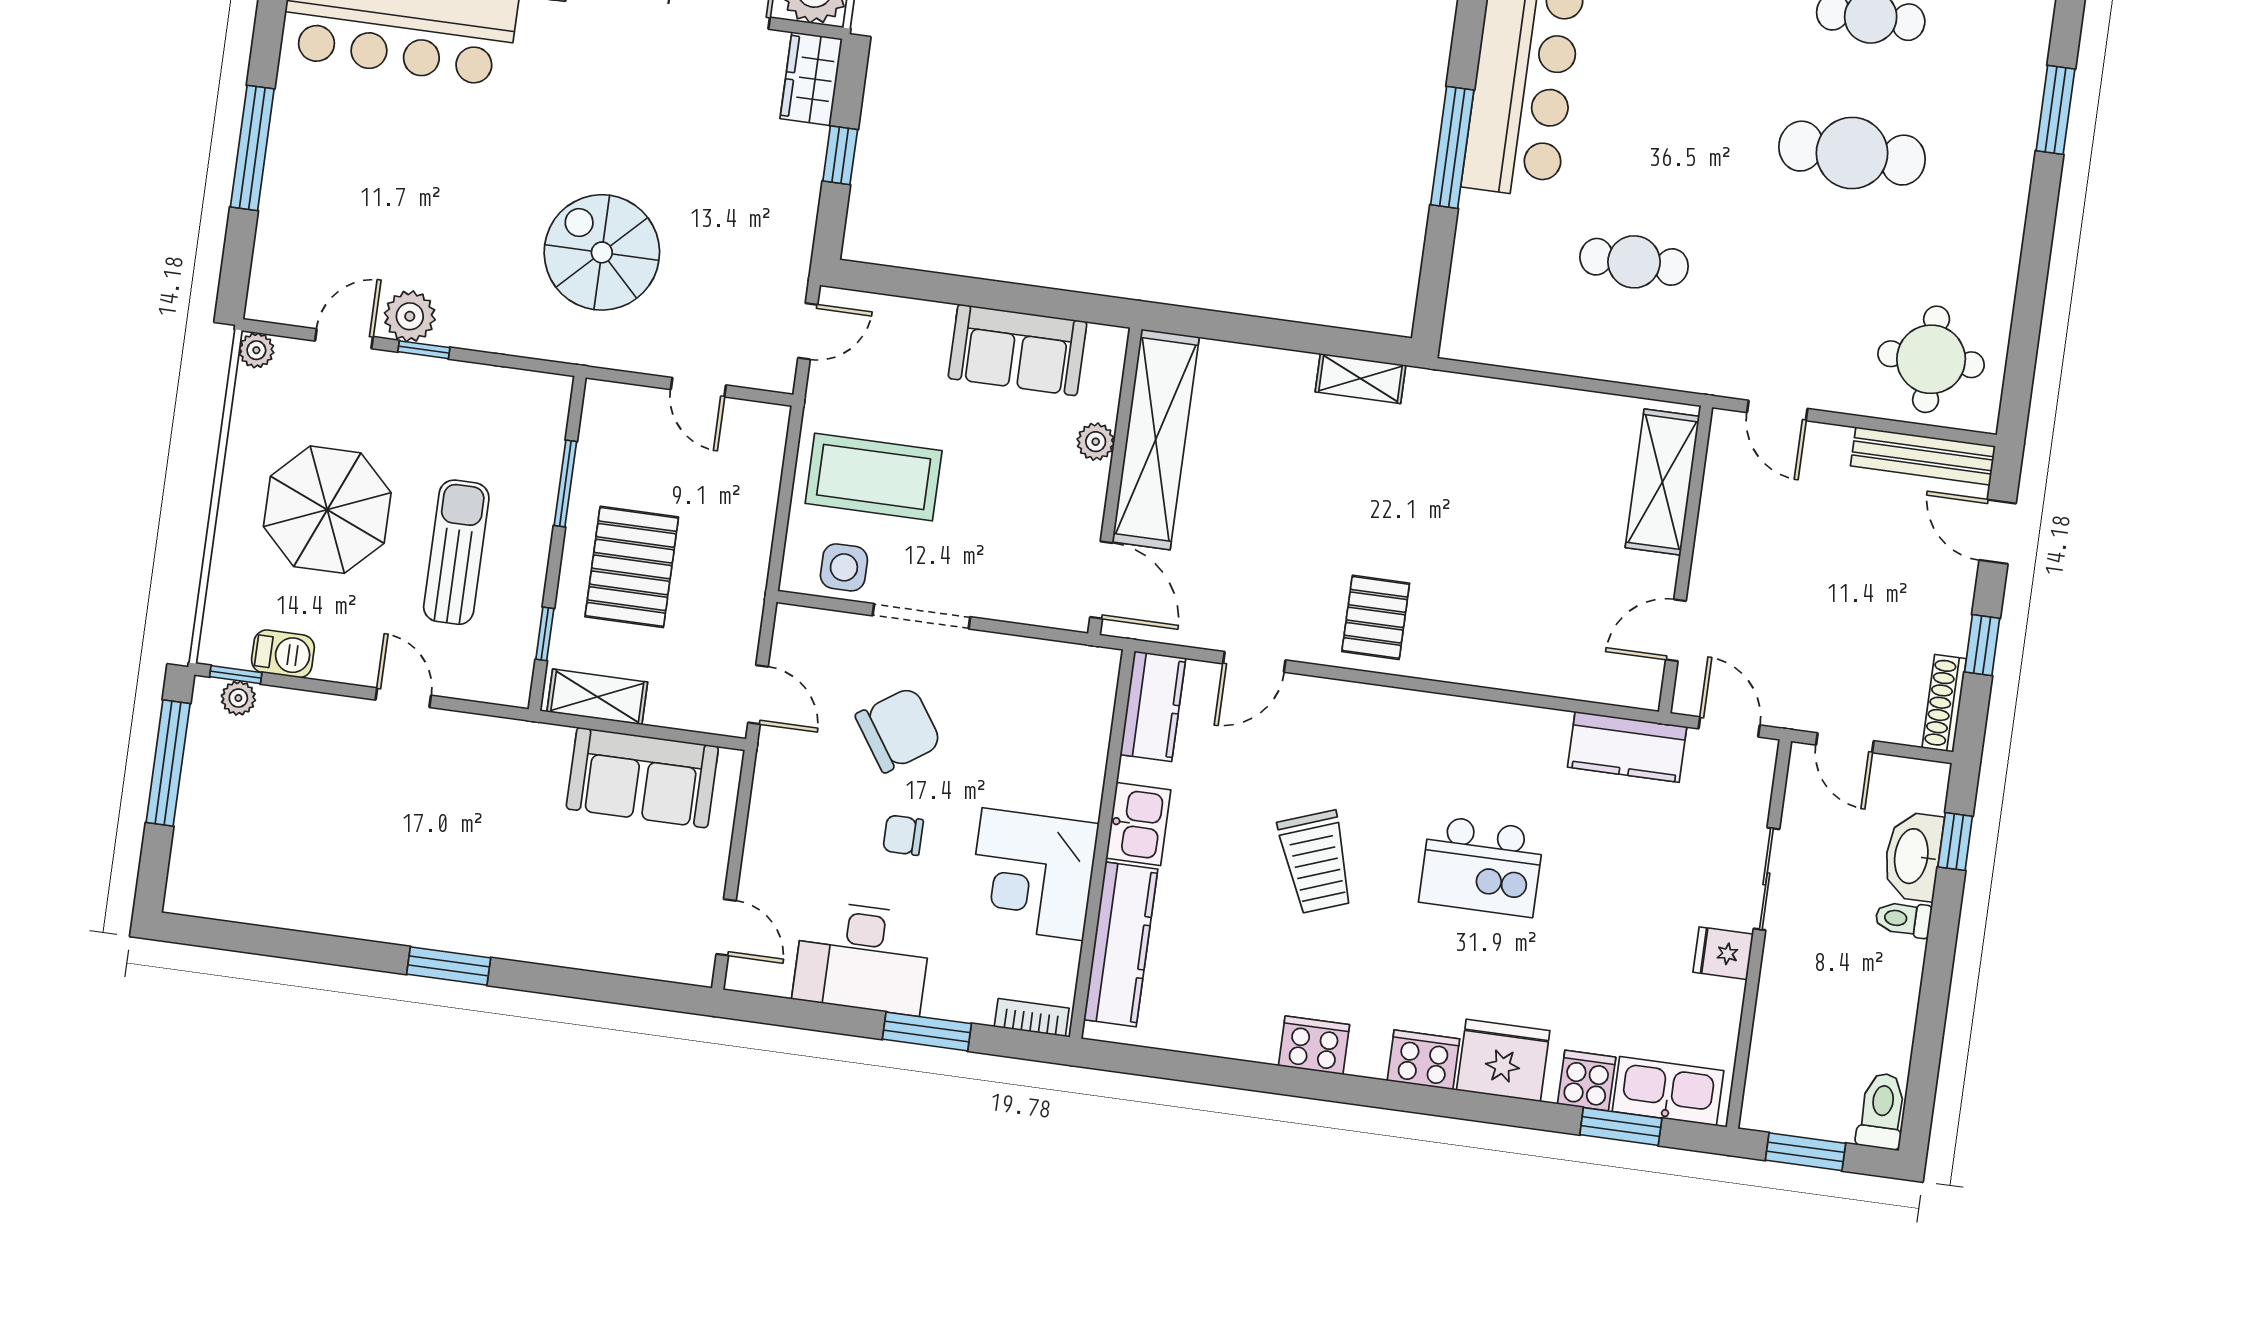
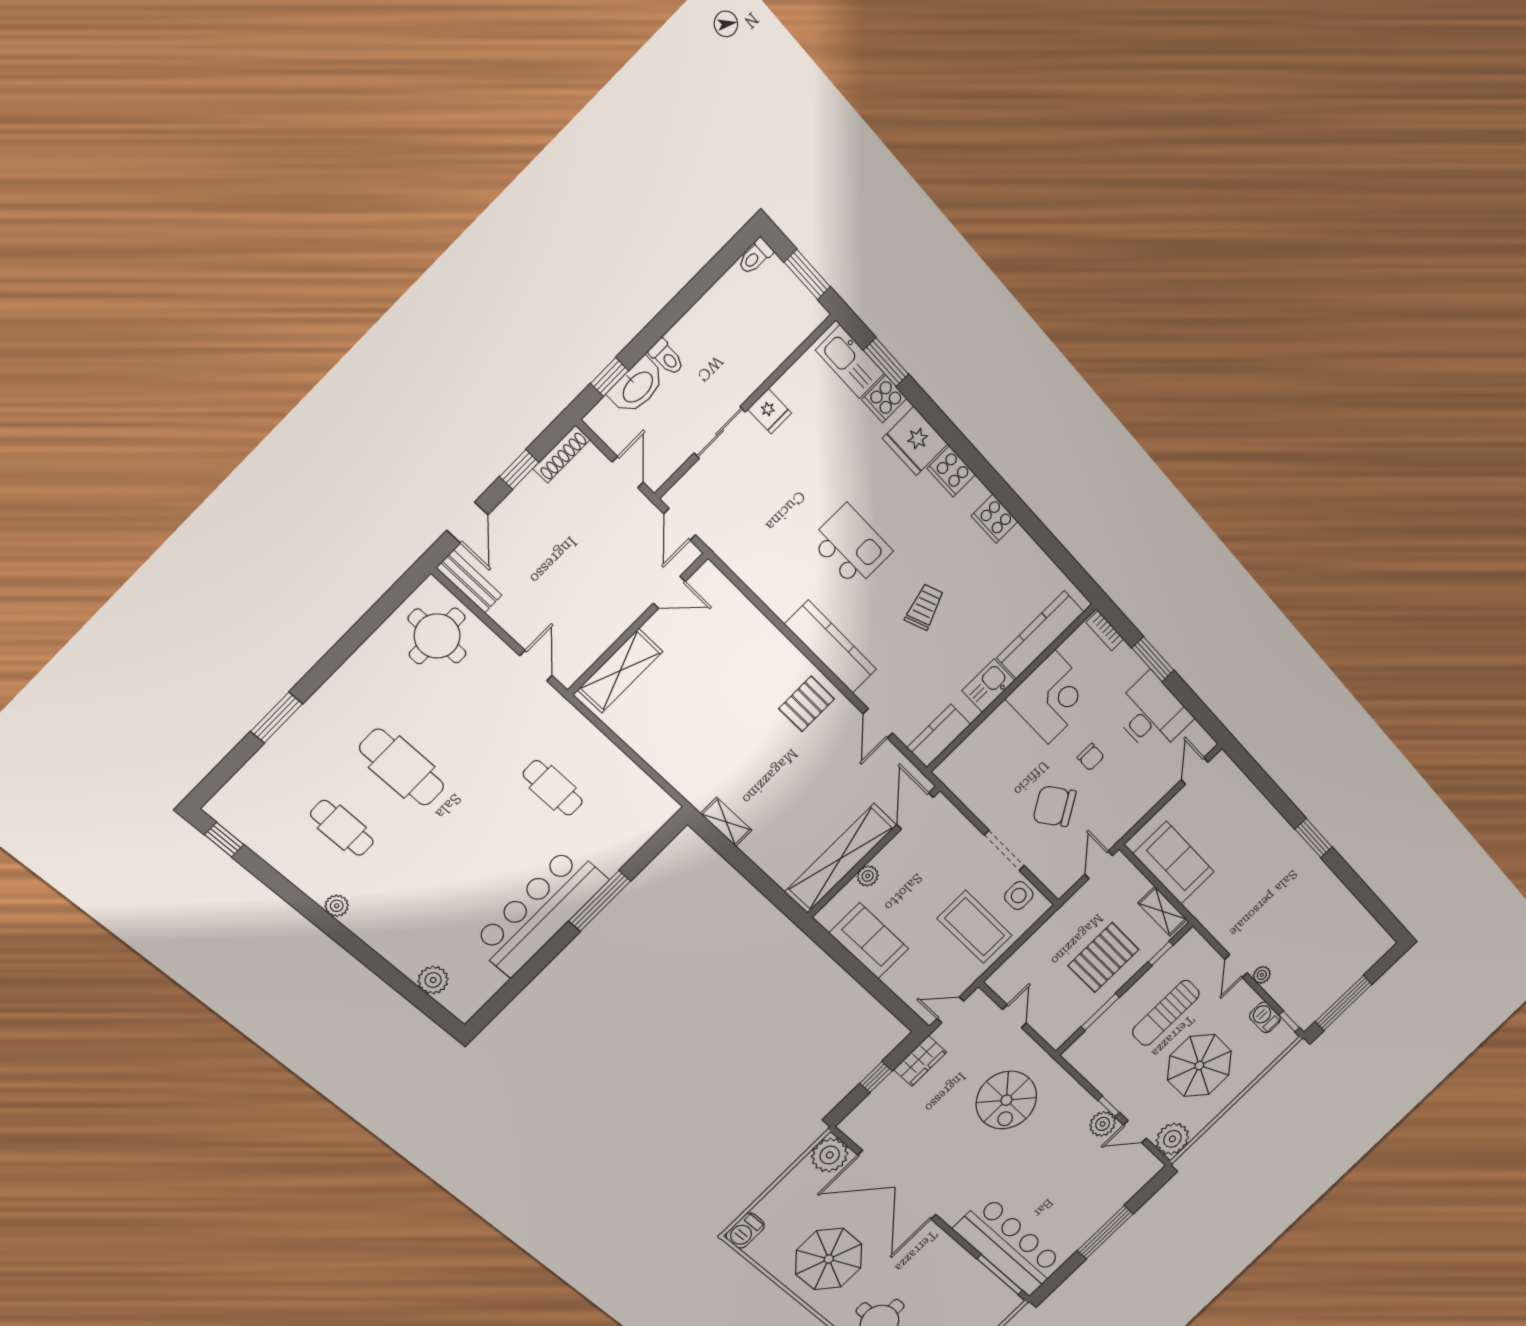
wardrobe: (811, 79) -> (920, 1061), moved
plant: (256, 350) -> (1172, 1139), width x1.88, depth x1.88
bench: (1923, 456) -> (469, 581), width x0.73
door: (1254, 662) -> (878, 723), swing flipped
plant: (238, 698) -> (1262, 975), moved
kitchen counter: (1627, 747) -> (831, 647), moved, width x1.50
trolley: (1316, 862) -> (925, 607), width x0.73, depth x0.72
toilet: (1882, 1111) -> (755, 257), width x0.73, depth x0.72

